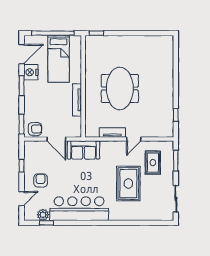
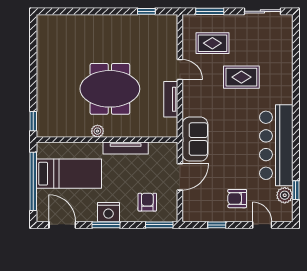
nightstand: (31, 72) -> (108, 212), moved
plant: (89, 80) -> (97, 131), added
armchair: (35, 129) -> (147, 202), moved
rug: (128, 184) -> (241, 77), width x0.73, depth x0.70

